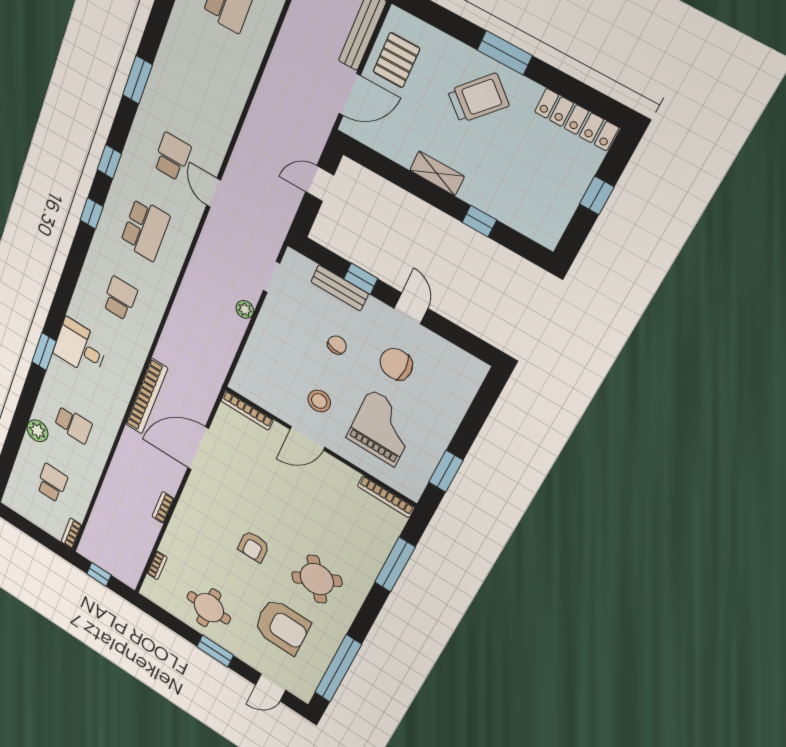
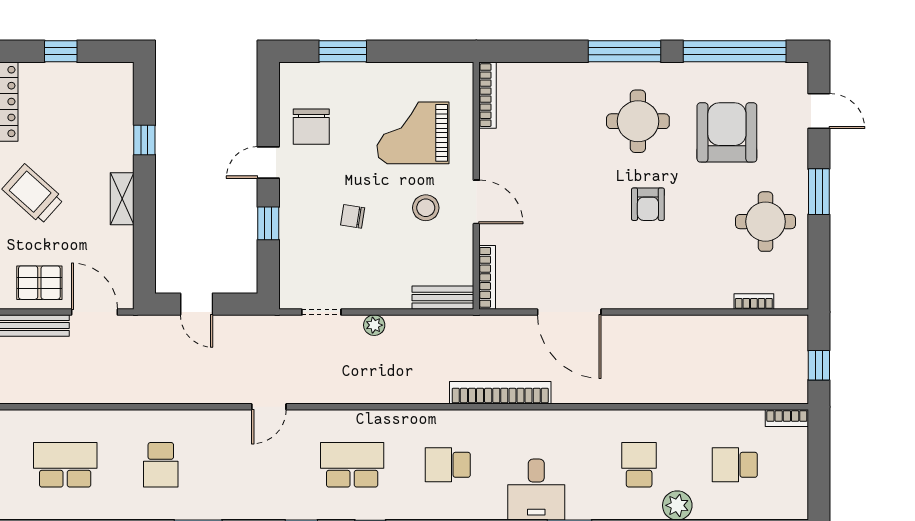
school desk: (172, 157) -> (161, 465), moved, turned -90
bench: (340, 288) -> (443, 298), moved, turned 90
chair: (396, 364) -> (311, 127), moved
bookcase: (147, 396) -> (500, 393), moved
window: (446, 471) -> (343, 51), moved
bookcase: (163, 507) -> (672, 323), removed
armchair: (254, 547) -> (648, 204), turned 90
window: (395, 565) -> (625, 51), moved
round table: (317, 579) -> (638, 121), turned 33

